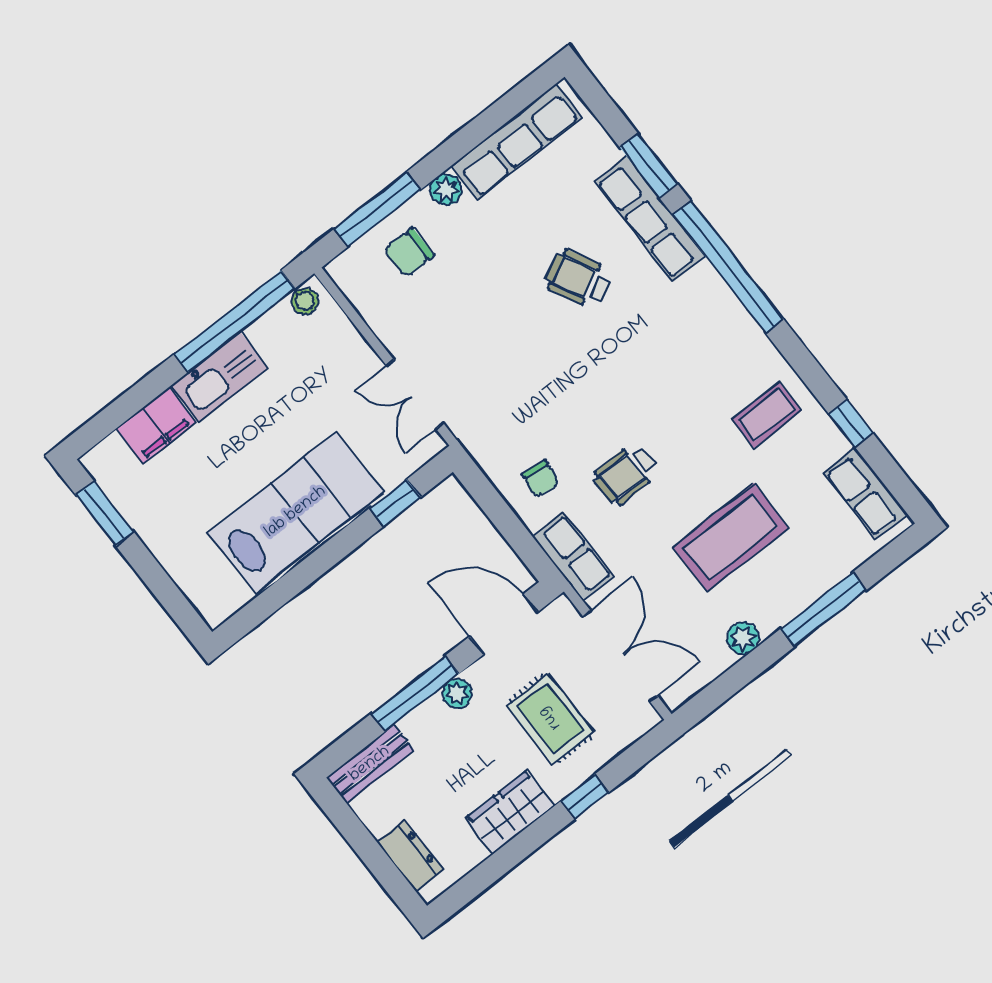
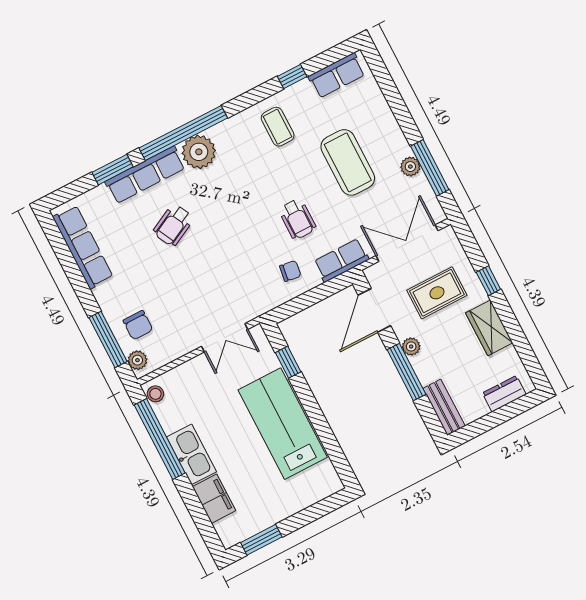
plant: (446, 190) -> (137, 360), moved
plant: (703, 297) -> (199, 152), added
window: (823, 609) -> (430, 168), moved

